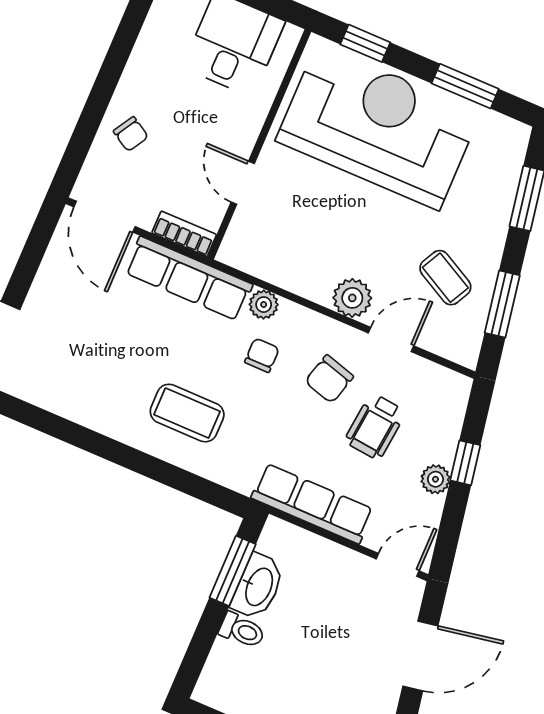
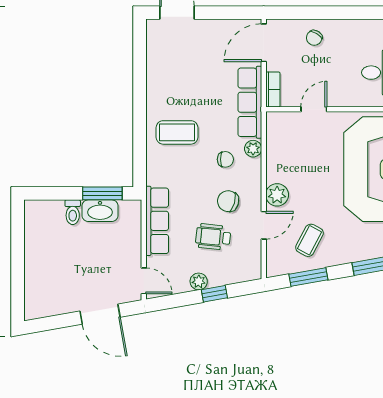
door: (391, 339) -> (264, 225), hinge flipped
coffee table: (187, 413) -> (177, 132), turned 90

